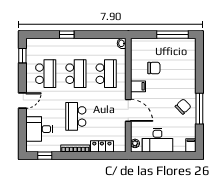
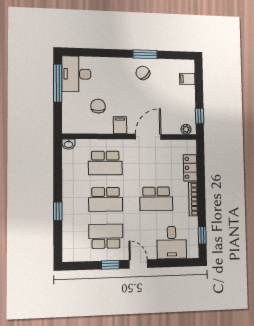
window: (22, 56) -> (110, 265), moved
school desk: (76, 74) -> (106, 199), turned 180
school desk: (106, 74) -> (105, 163), turned 180
window: (199, 109) -> (145, 54), width x0.69
desk: (157, 140) -> (76, 74), moved, turned 180
filing cabinet: (191, 145) -> (187, 79), moved
window: (147, 156) -> (200, 116), added

